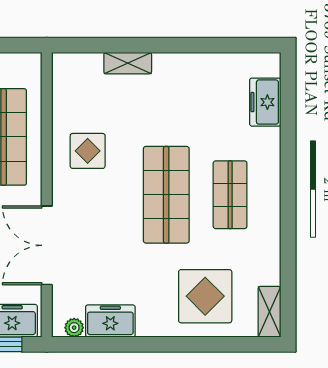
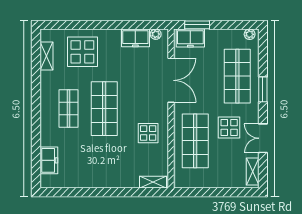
shelving: (128, 63) -> (153, 182), moved
shelving: (269, 312) -> (46, 56), moved

